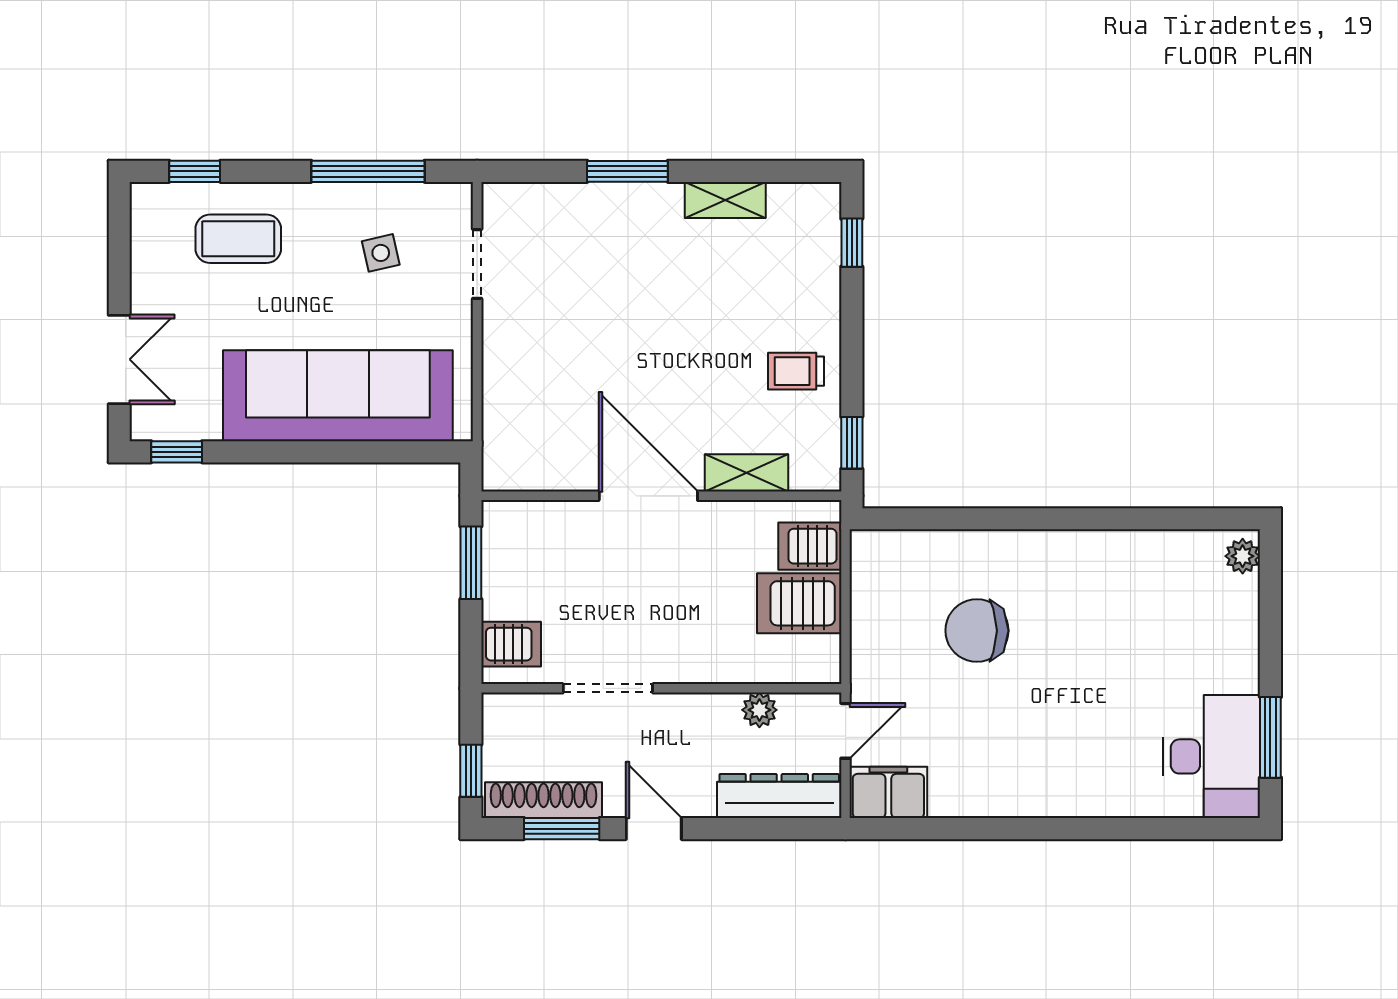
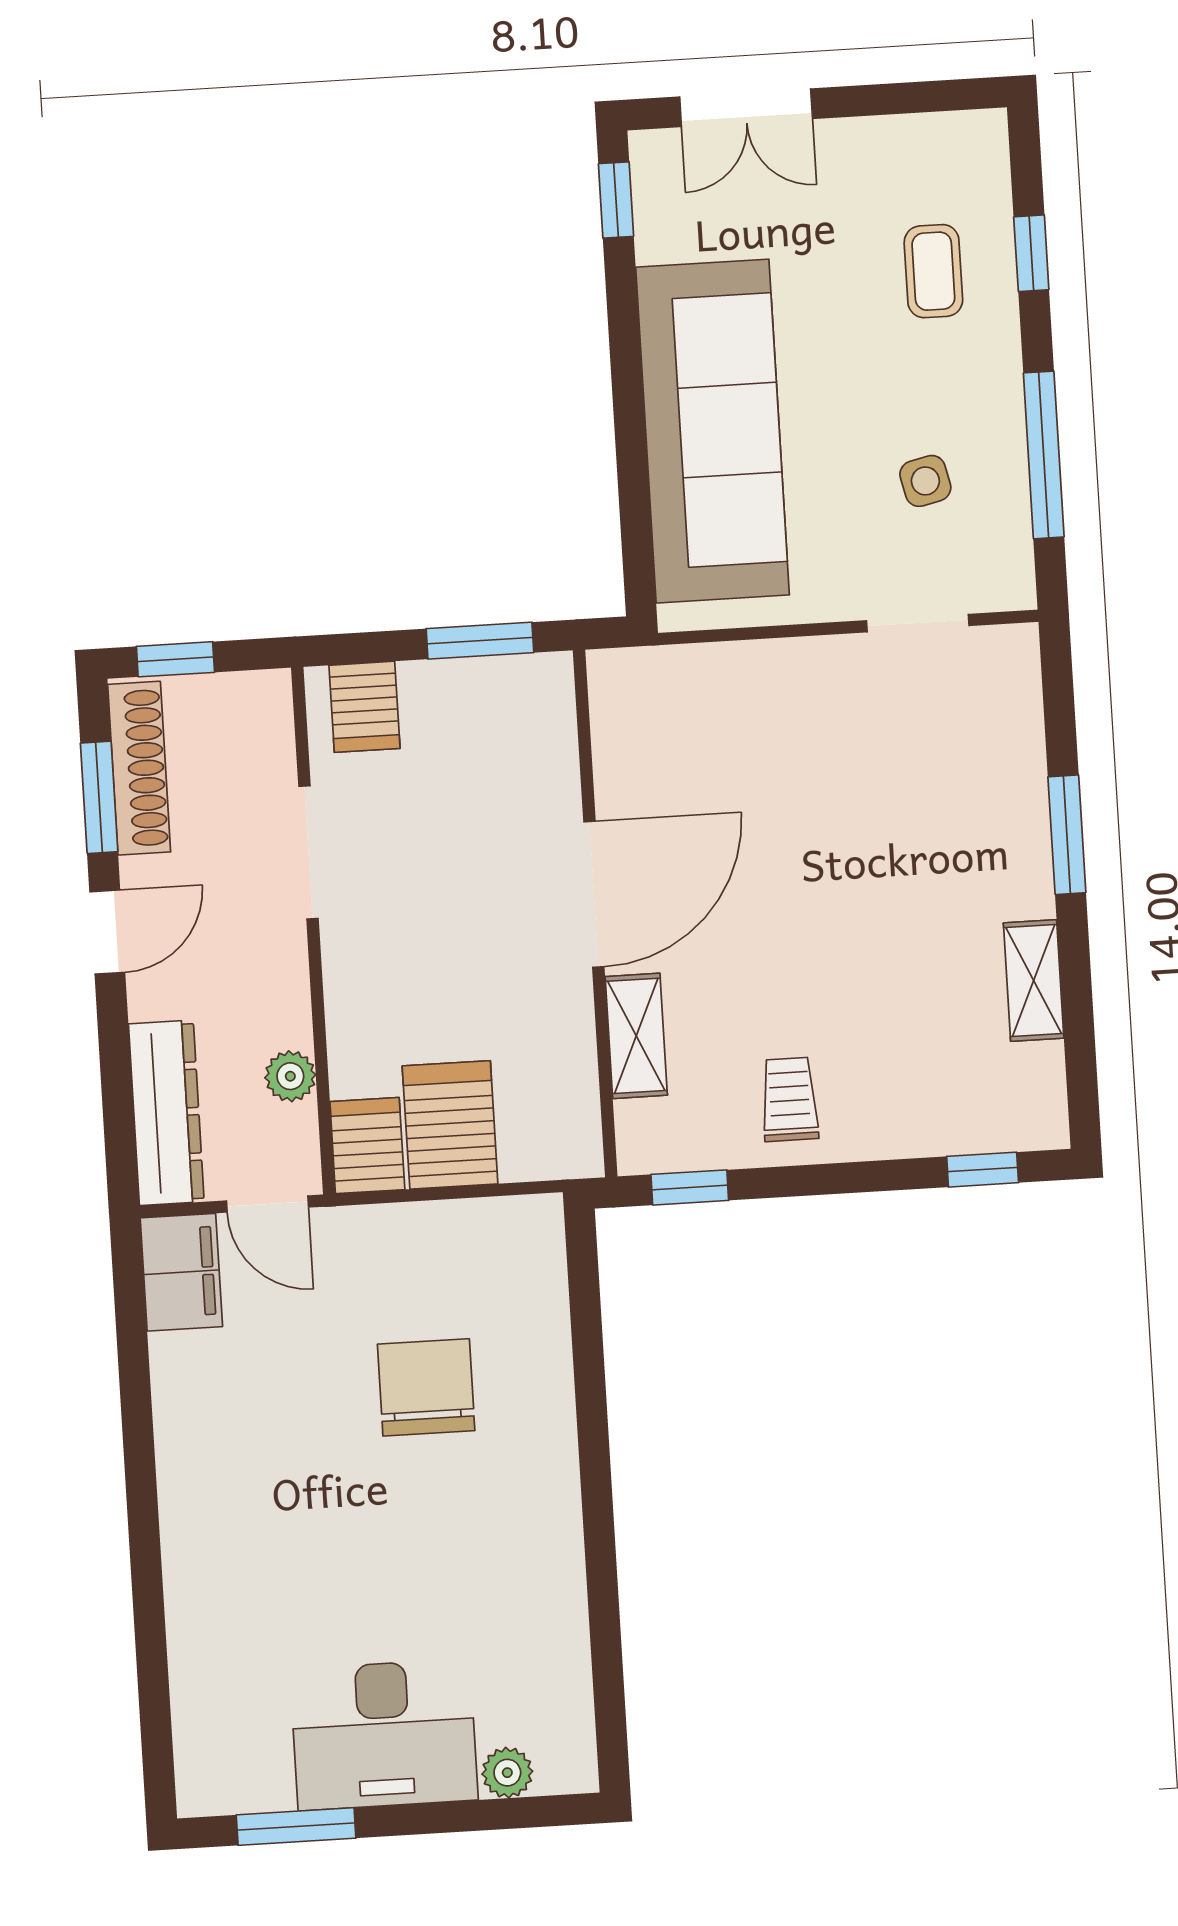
window: (195, 171) -> (1031, 253), moved
coffee table: (238, 239) -> (933, 271), width x0.73, depth x0.77
server rack: (810, 546) -> (367, 1146), moved
plant: (1243, 556) -> (507, 1773), moved
desk: (1212, 756) -> (384, 1735), moved

